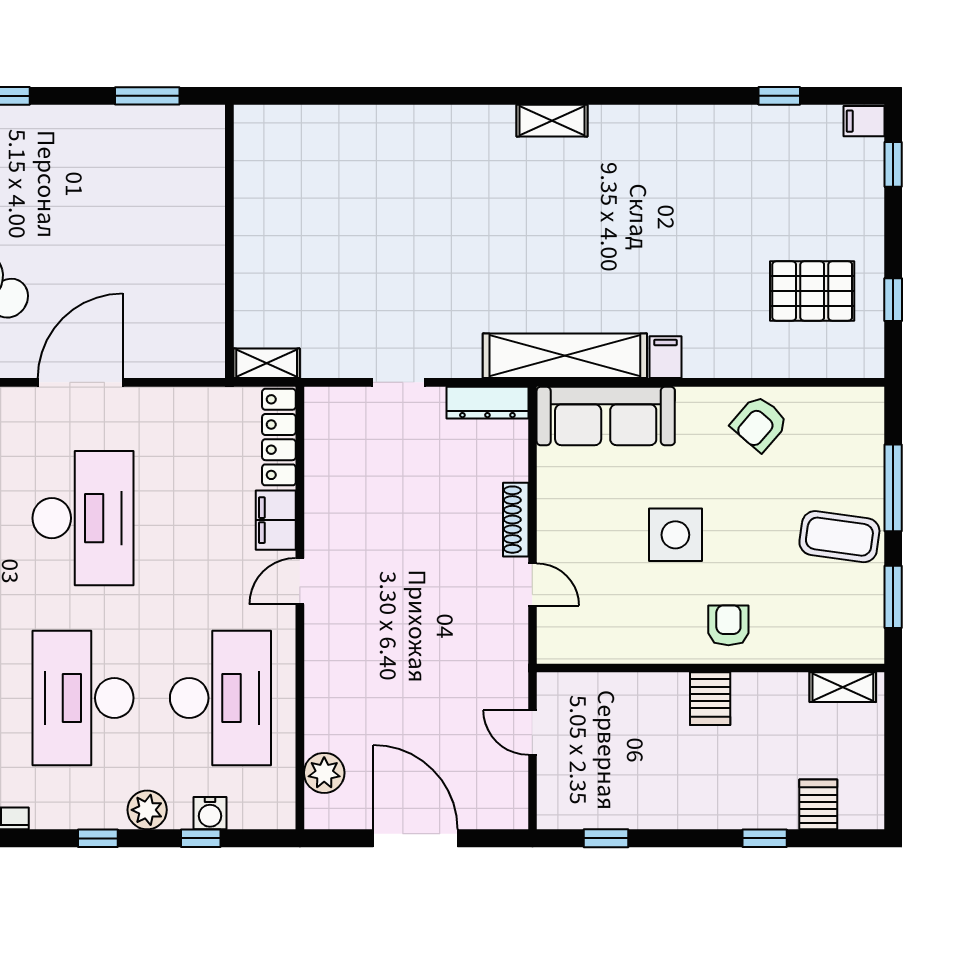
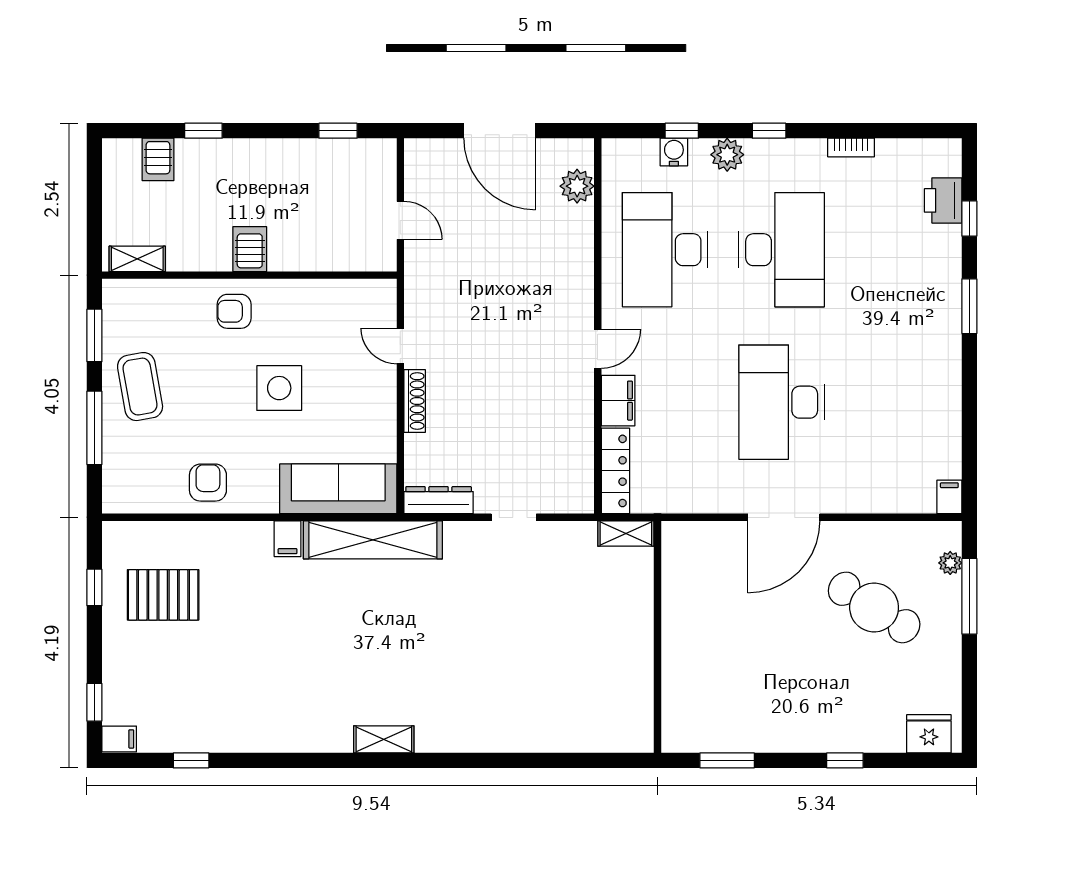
armchair: (759, 423) -> (208, 483), turned -41
coffee table: (839, 537) -> (140, 387), turned 72
armchair: (728, 625) -> (234, 311), turned 90

